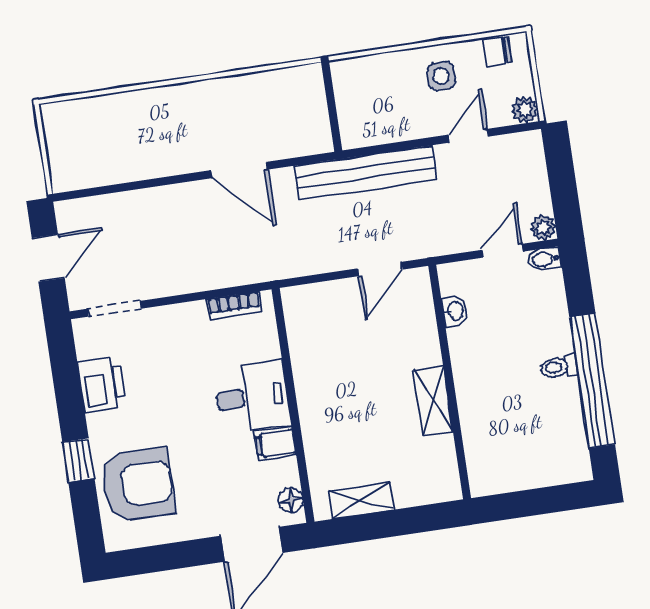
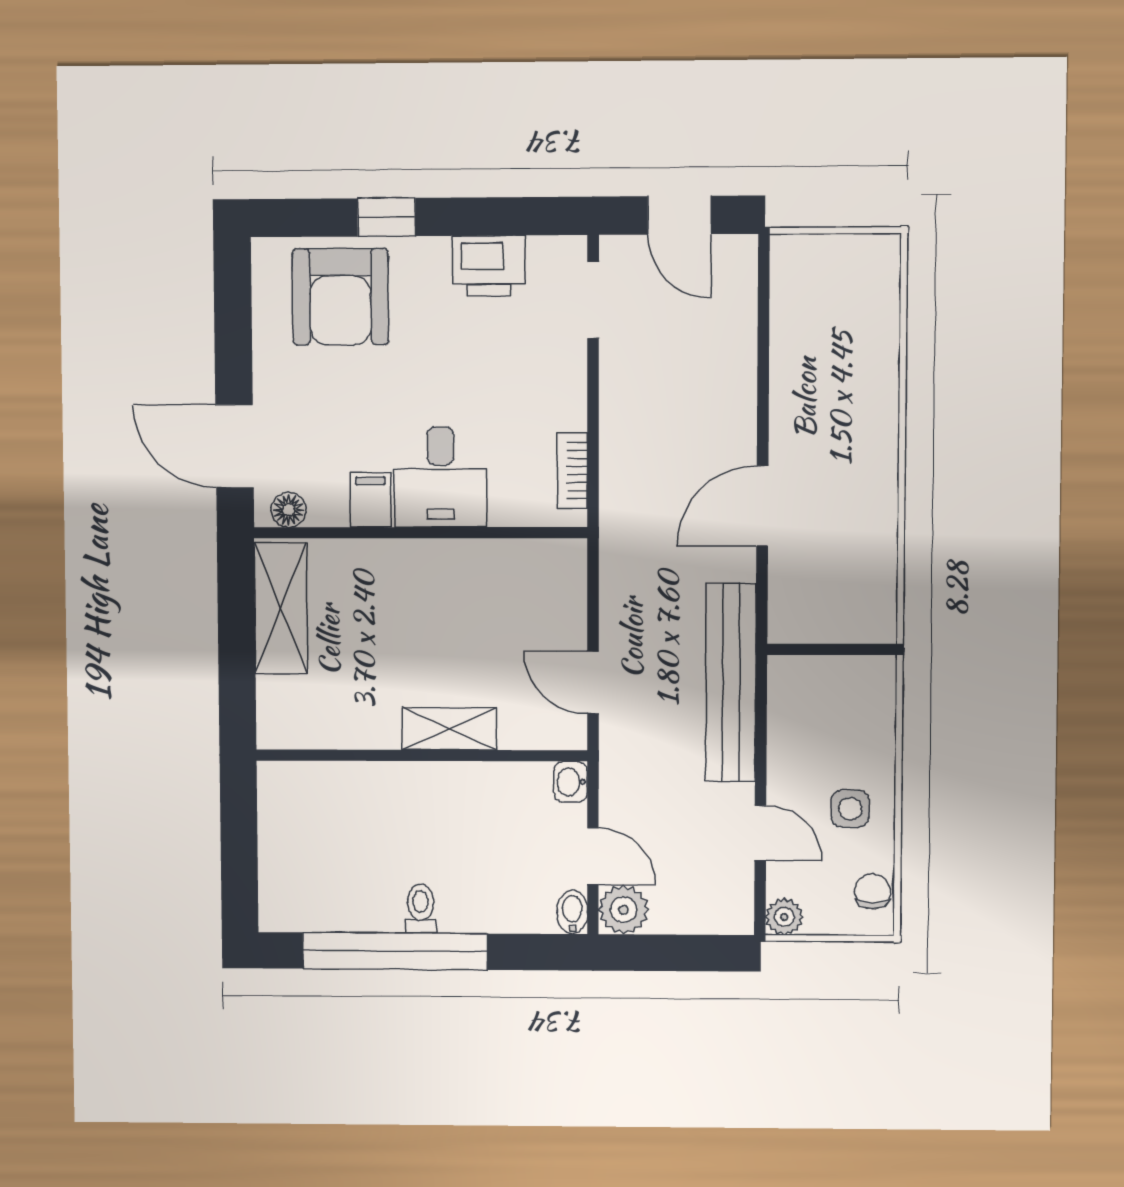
plant: (543, 228) -> (623, 910), width x1.38, depth x1.38
washbasin: (455, 311) -> (571, 782), moved, turned 90
shelving: (433, 401) -> (450, 729), moved
shelving: (361, 500) -> (281, 608), width x1.50, depth x1.33

